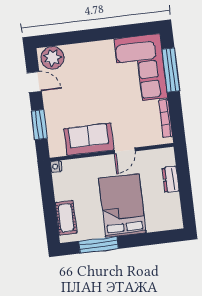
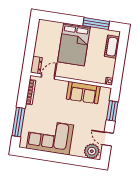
corner sofa: (141, 68) -> (50, 137), moved, turned -90
door: (125, 151) -> (48, 77), moved
dresser: (170, 179) -> (36, 65), moved

